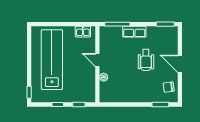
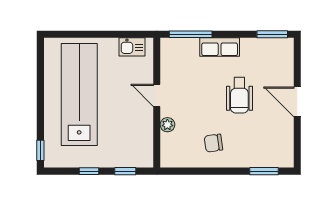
chair: (169, 87) -> (213, 143), moved

